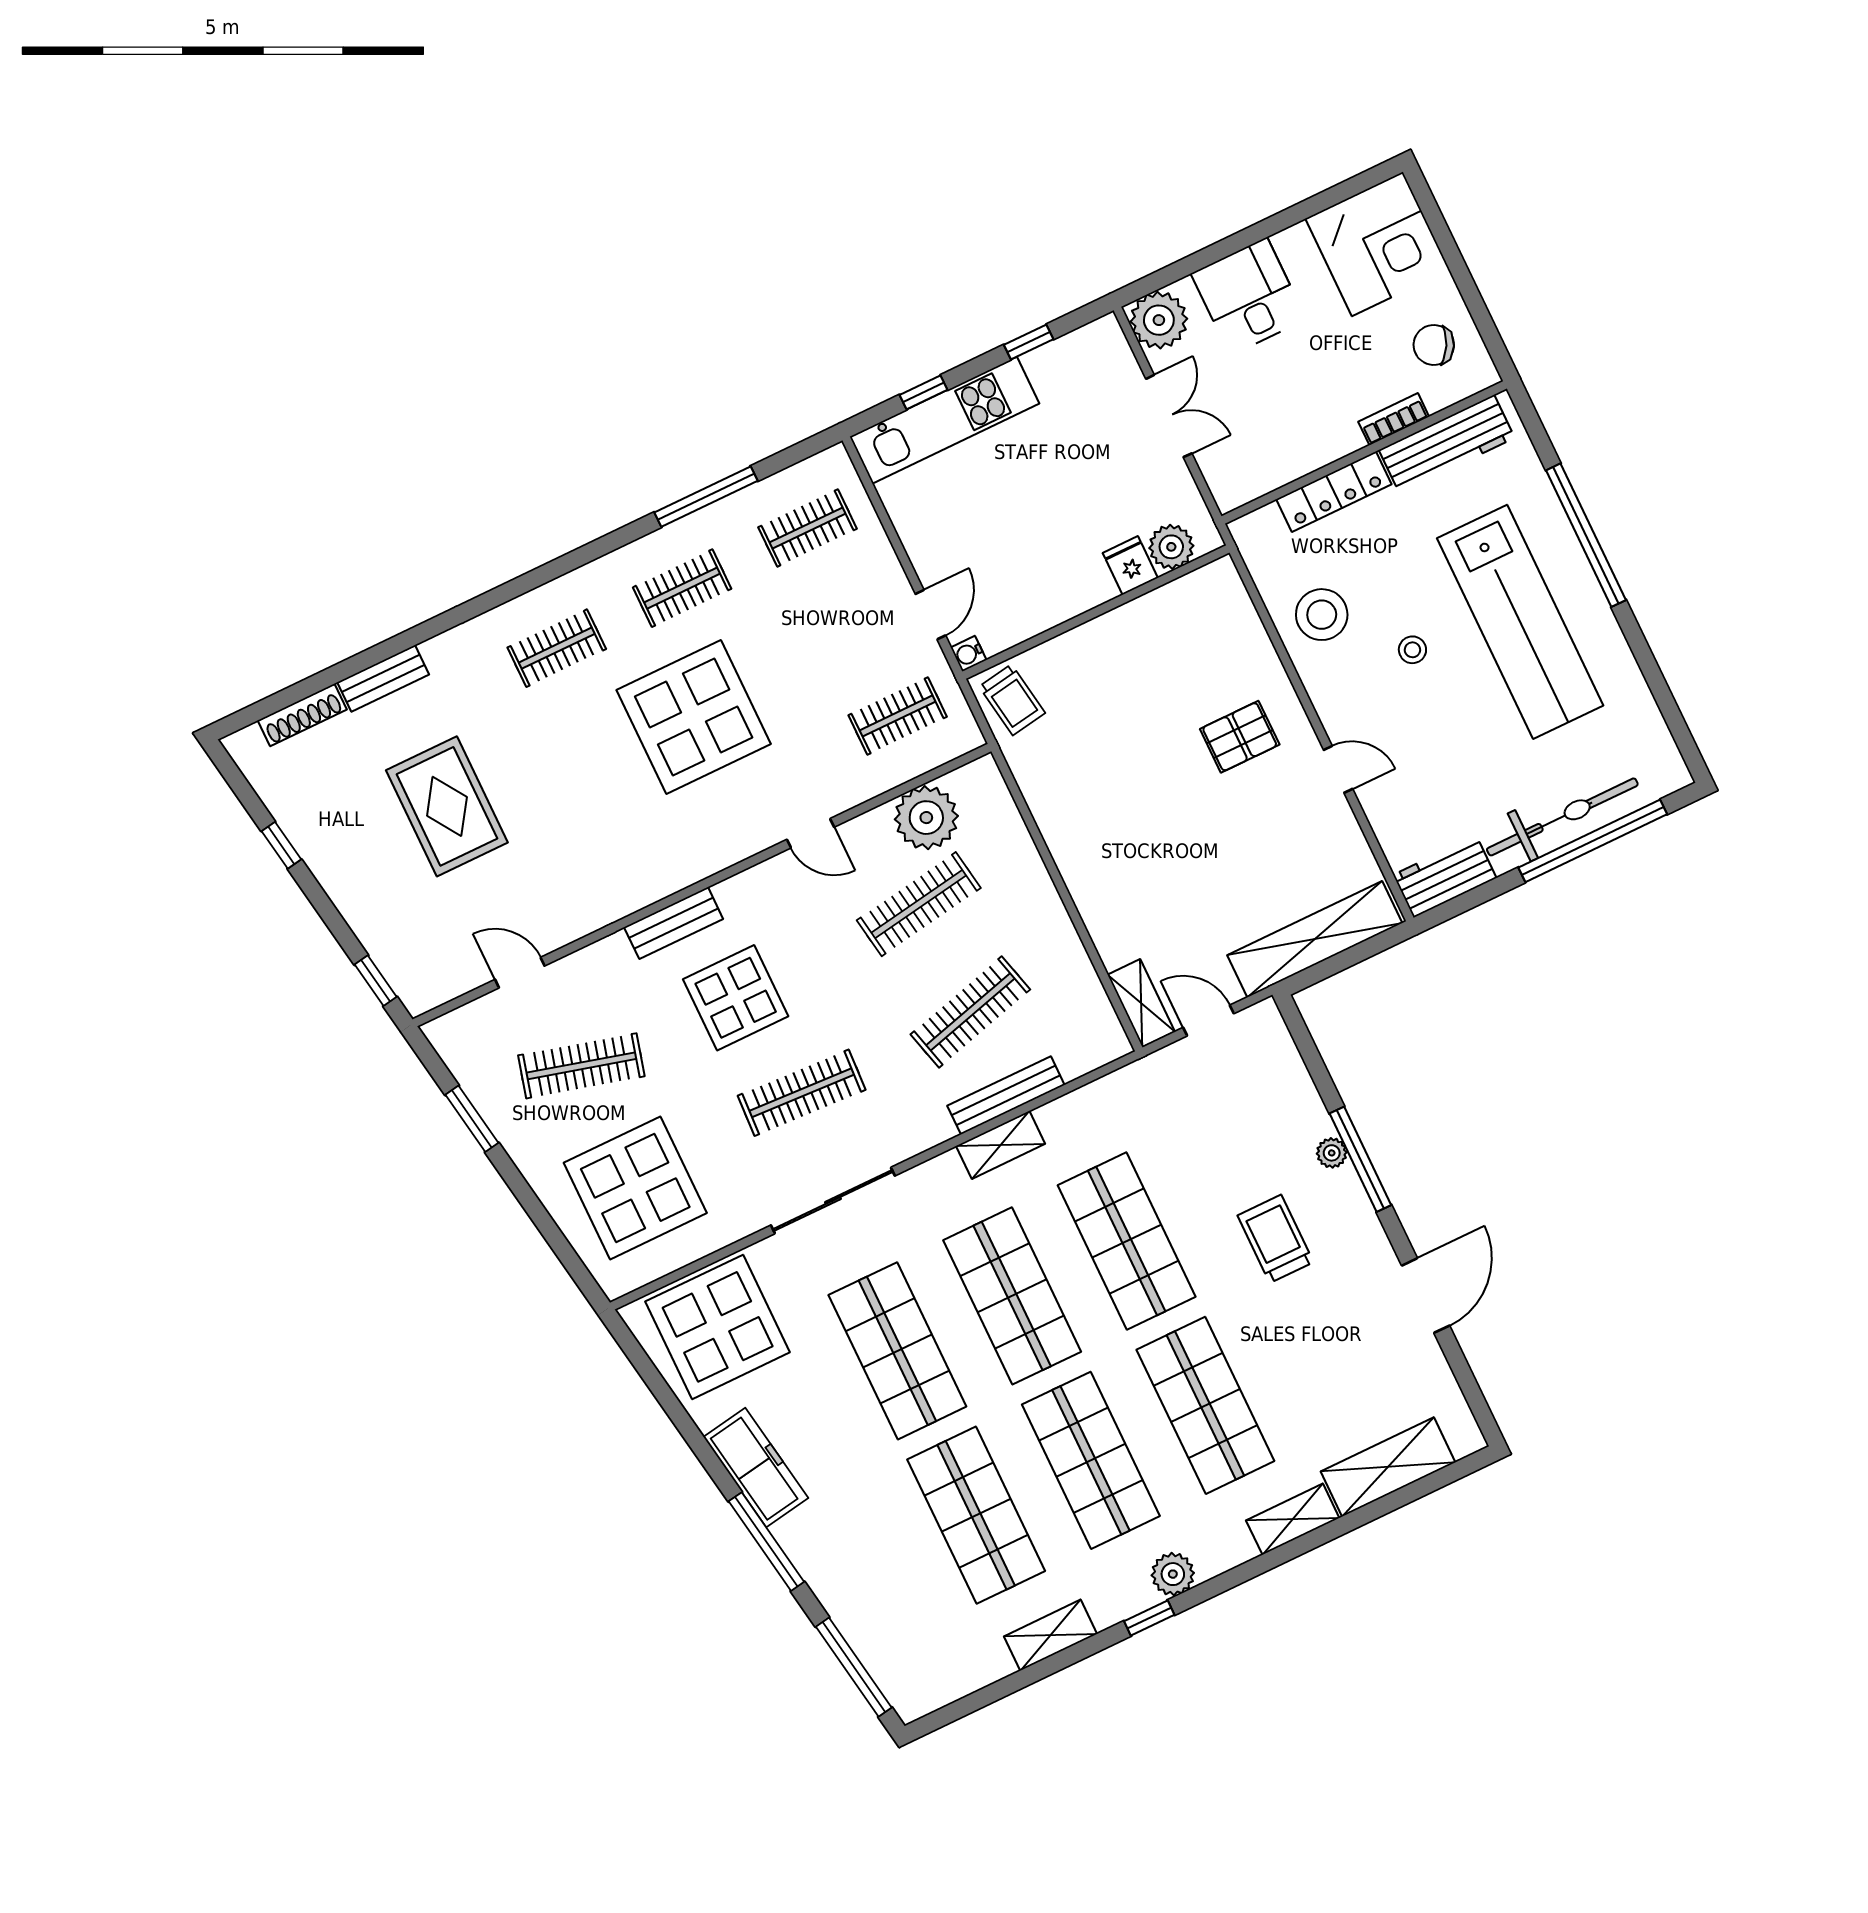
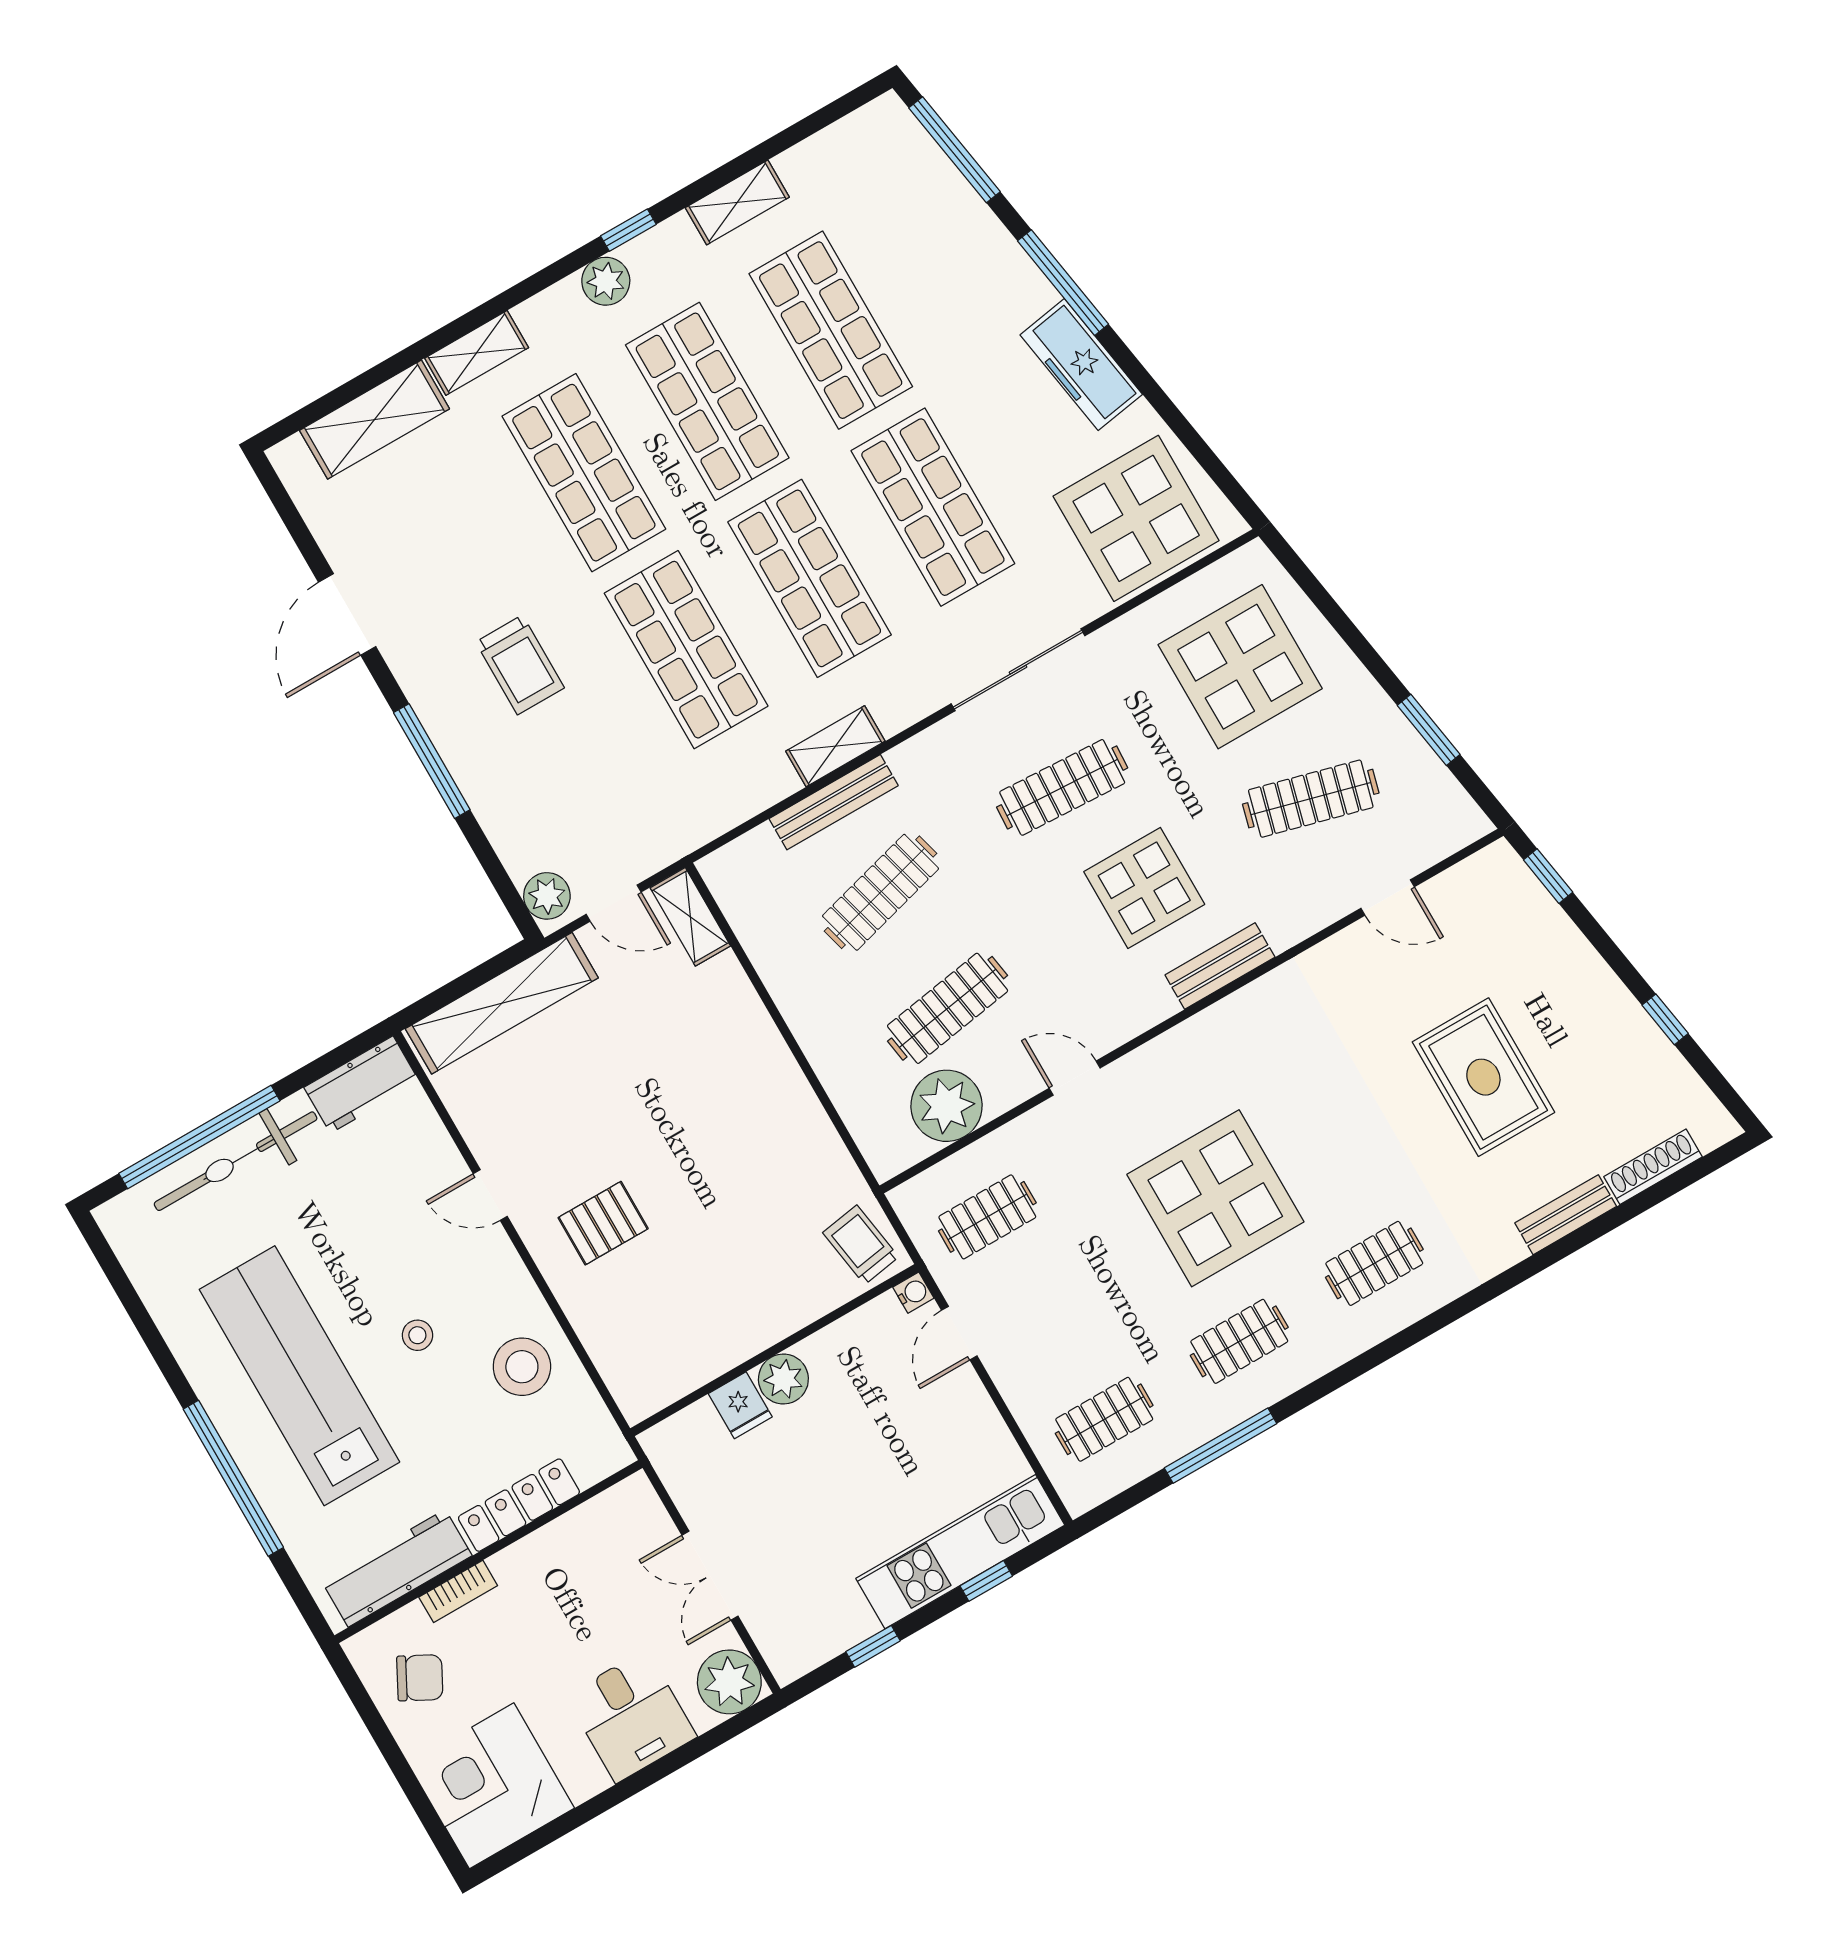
plant: (1171, 547) -> (783, 1379), moved
plant: (1332, 1153) -> (547, 896), moved, width x1.38, depth x1.38

